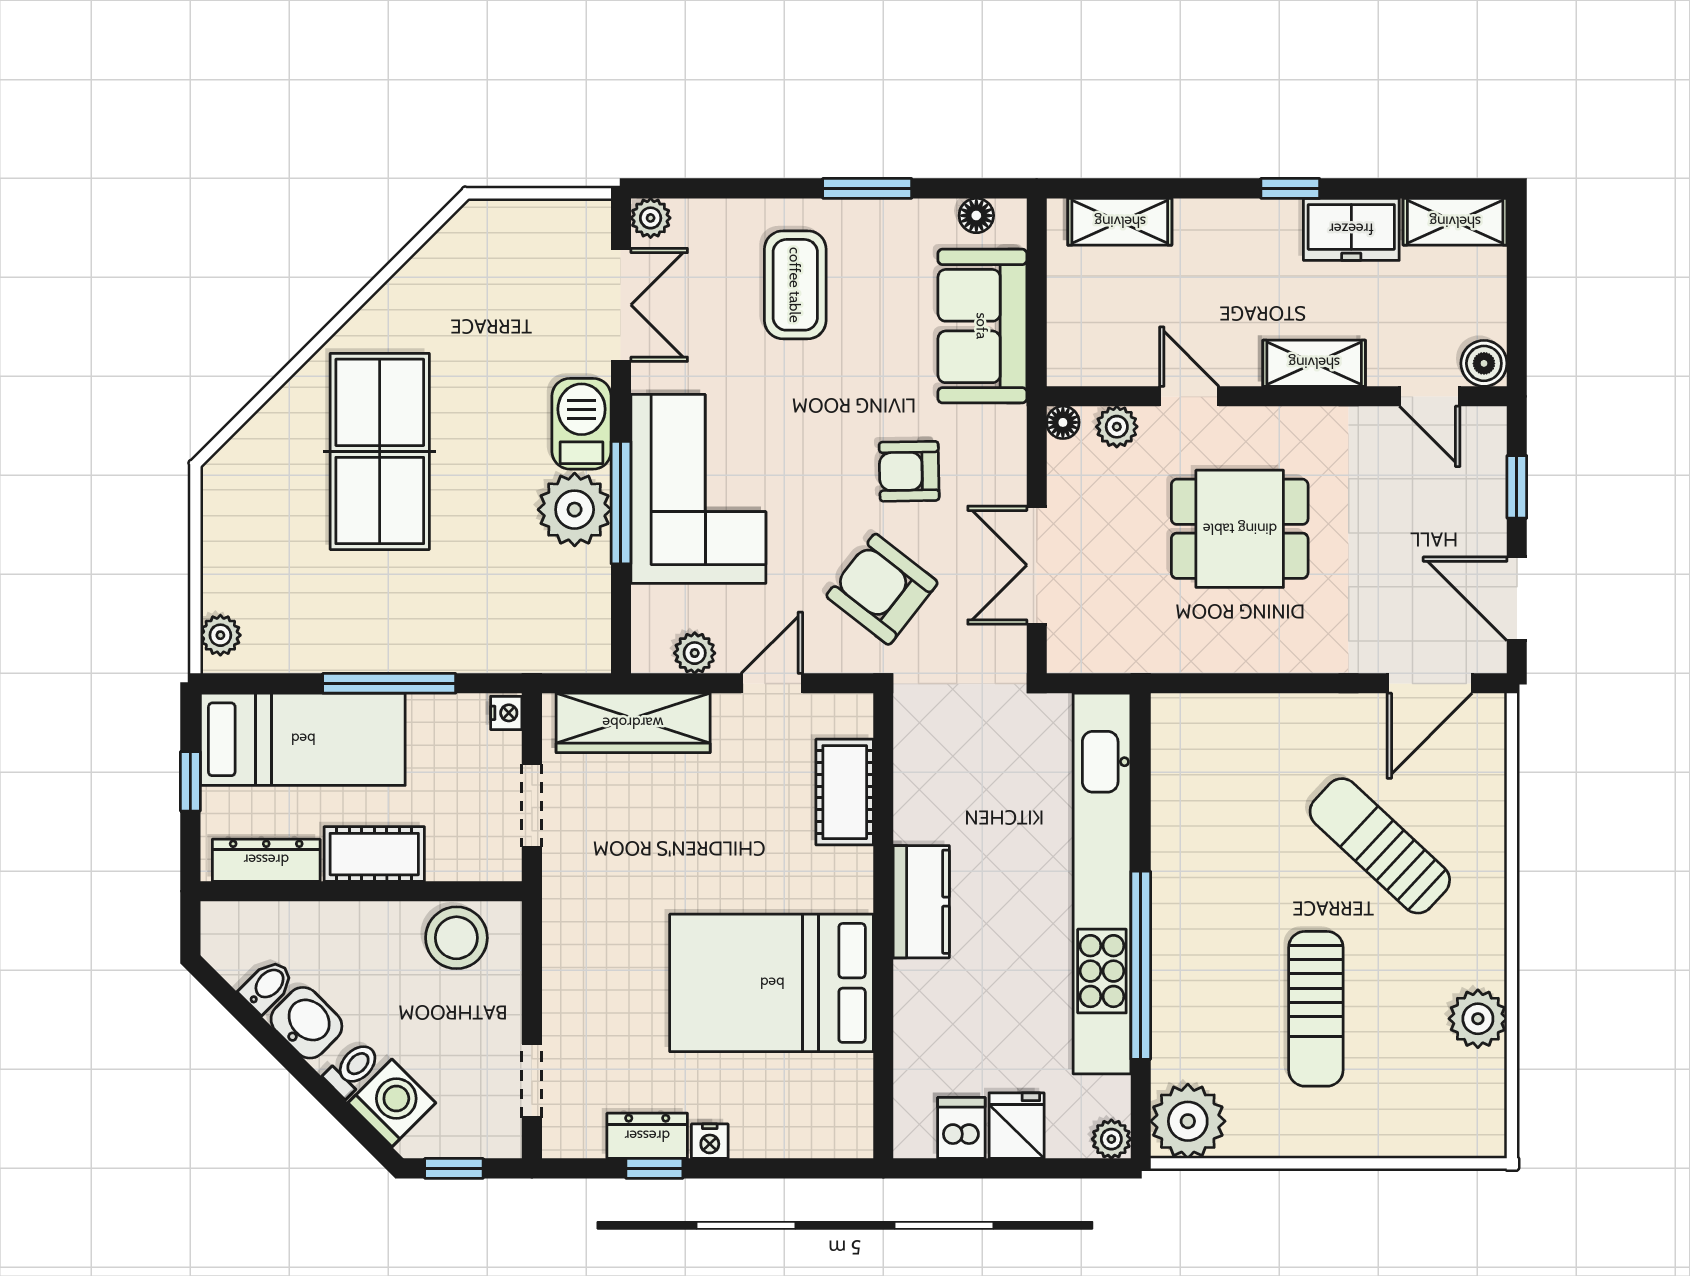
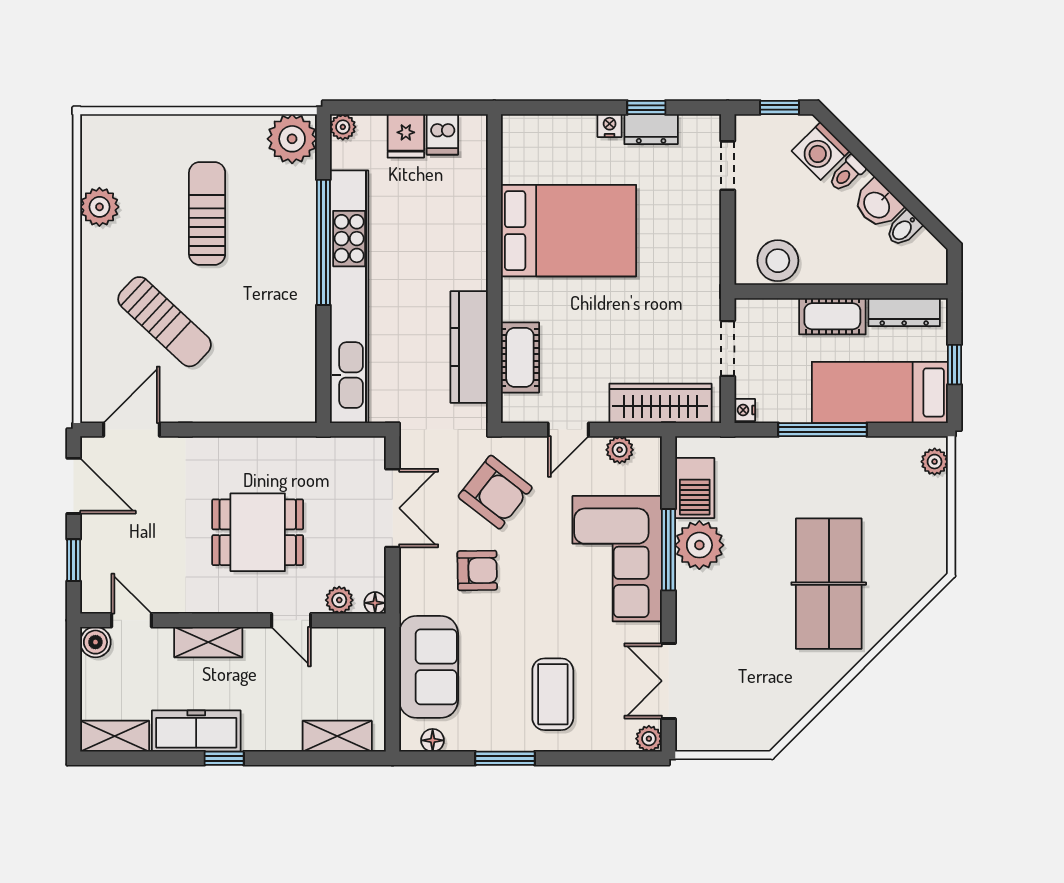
freezer: (1351, 229) -> (196, 731), width x1.40
barbecue: (582, 424) -> (695, 488), moved
kitchen counter: (921, 902) -> (469, 347), moved, width x1.50

